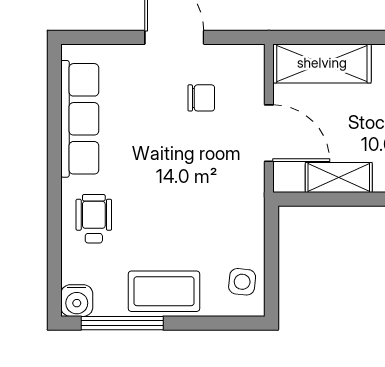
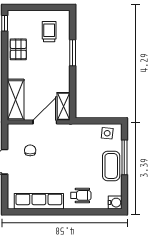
shelving: (339, 178) -> (63, 106), moved
wheelchair: (94, 219) -> (81, 195), turned 180
window: (122, 323) -> (124, 157), moved

